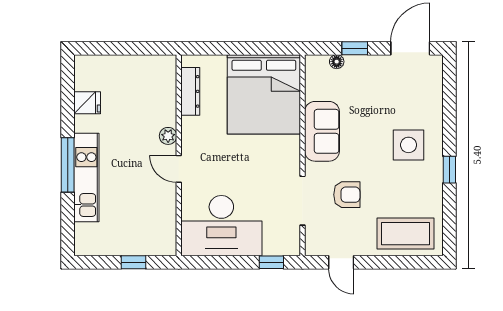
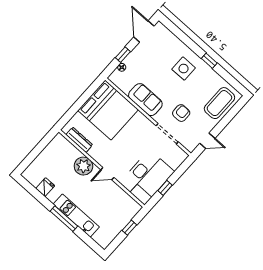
plant: (168, 136) -> (83, 166), width x1.87, depth x1.87
window: (271, 262) -> (165, 188), moved

